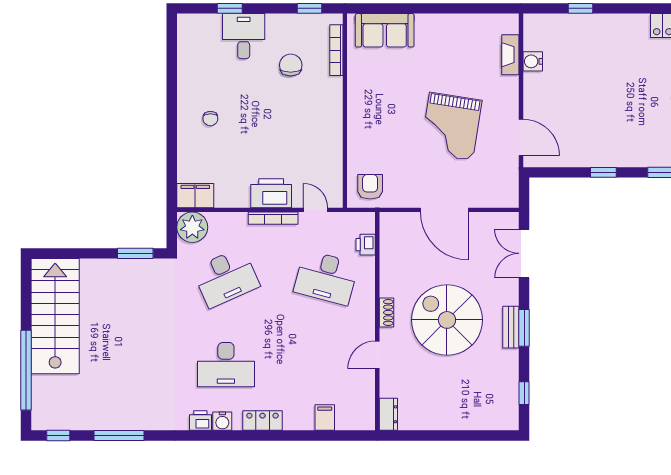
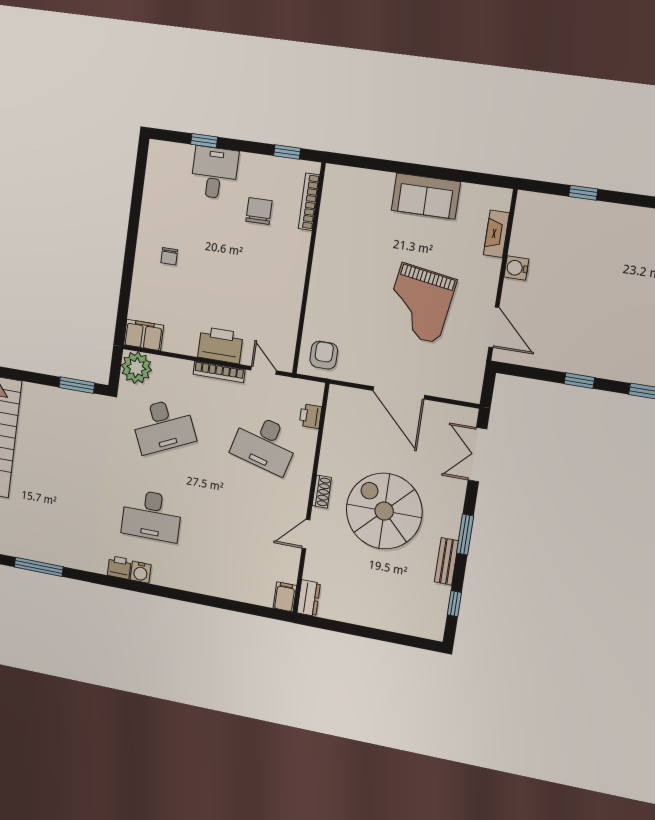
sofa: (385, 30) -> (426, 196), moved
water cooler: (533, 61) -> (516, 268), moved
bench: (511, 327) -> (446, 561), moved
filing cabinet: (325, 418) -> (285, 597), moved
locker: (262, 421) -> (180, 579), removed

